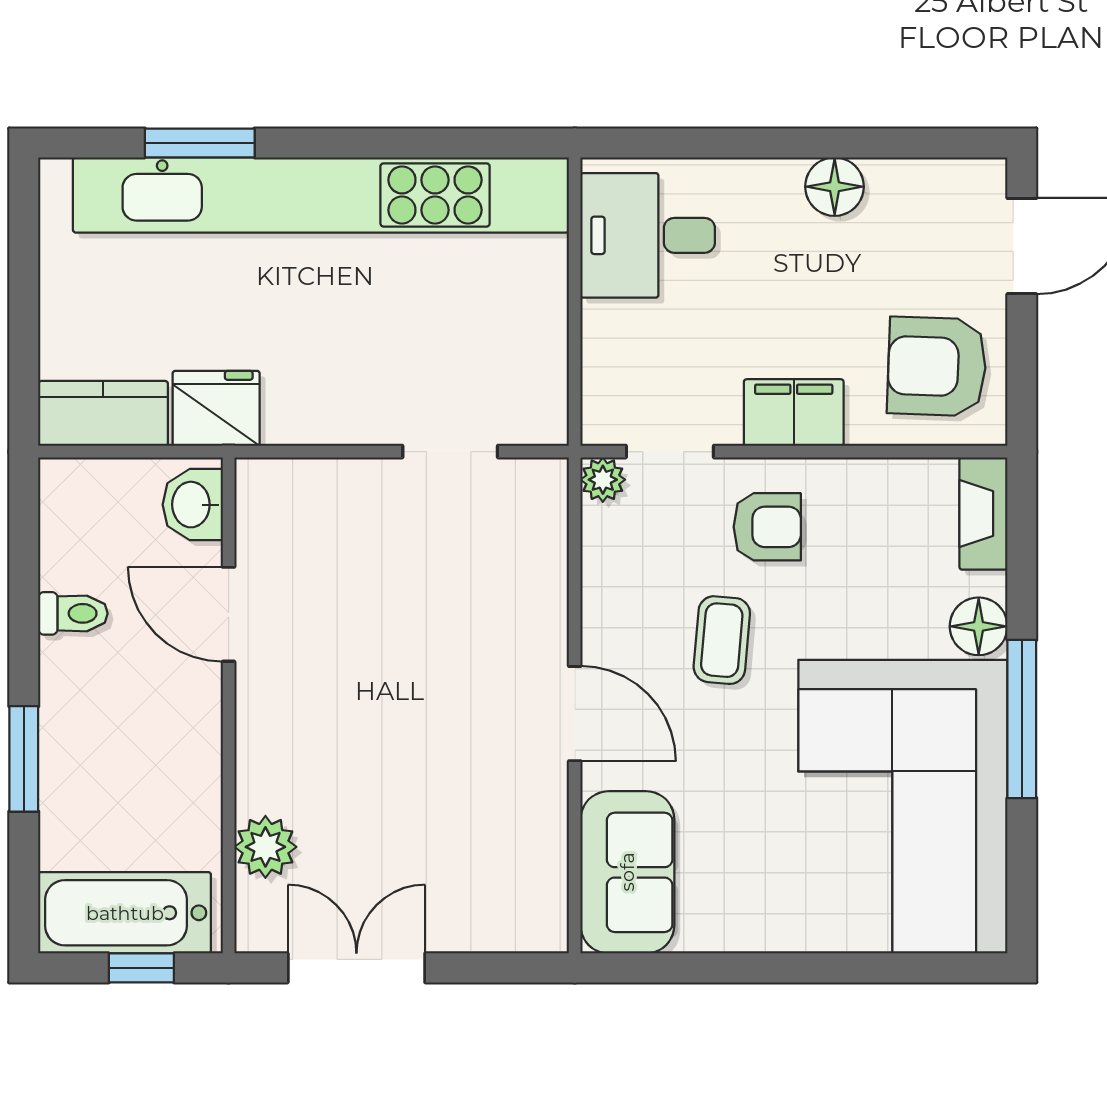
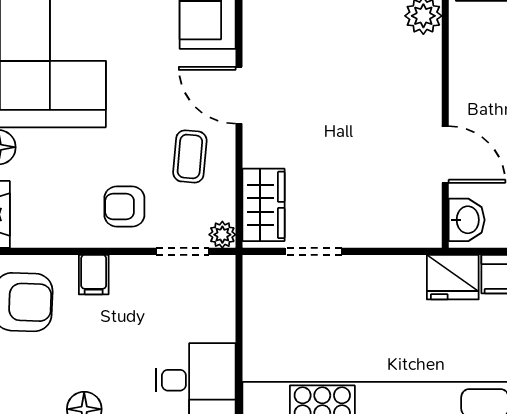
filing cabinet: (794, 413) -> (94, 275), width x0.50
wardrobe: (534, 530) -> (263, 205), added
coffee table: (722, 640) -> (190, 156), moved

